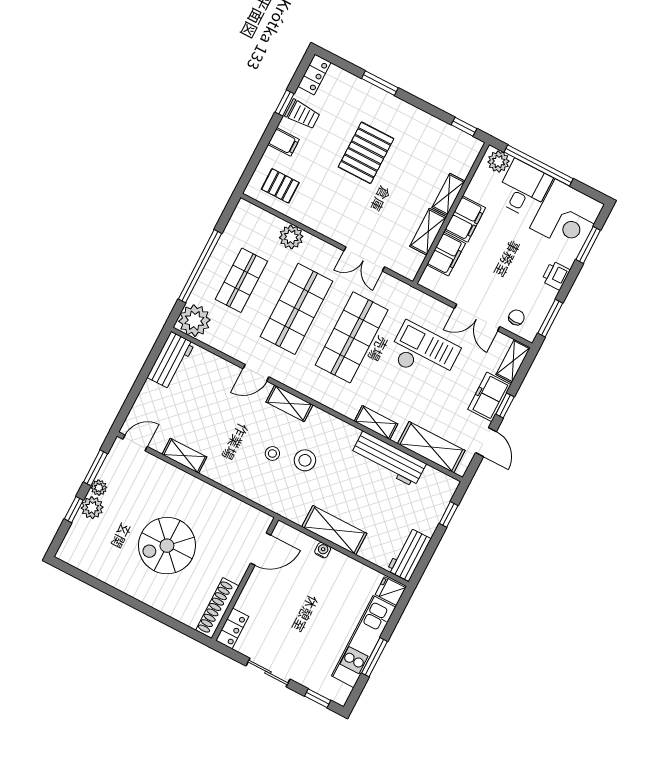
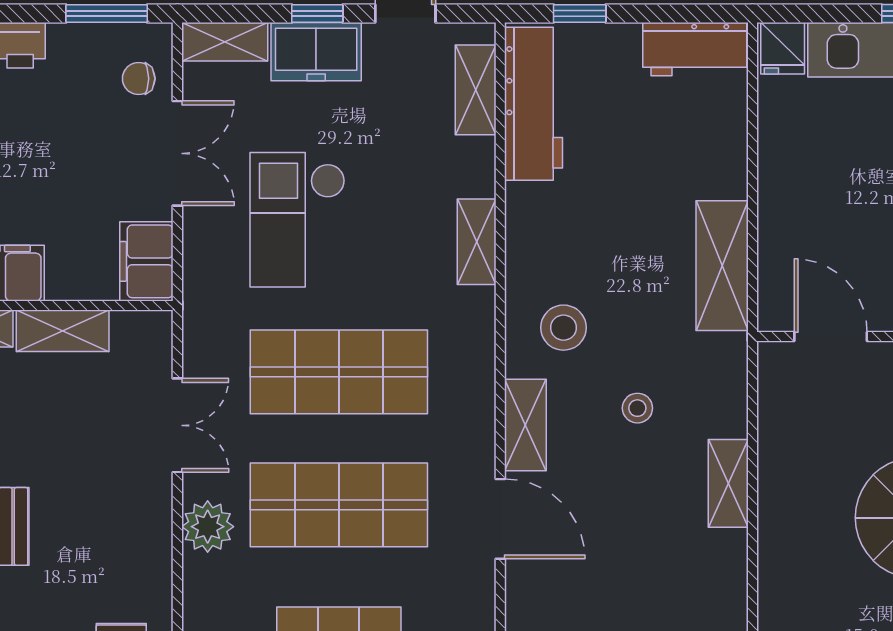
plant: (291, 237) -> (208, 527), moved
filing cabinet: (446, 254) -> (146, 261), moved, turned -90
door: (256, 373) -> (500, 519), width x1.38
shelving: (431, 447) -> (476, 90), width x0.67, depth x0.75
shelving: (184, 456) -> (728, 483), moved
workbench: (389, 459) -> (534, 104), moved
stool: (305, 460) -> (563, 328), moved
shelving: (334, 530) -> (722, 266), moved
water cooler: (323, 550) -> (772, 218), removed

